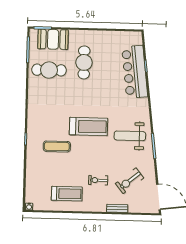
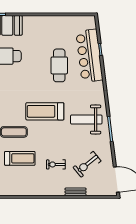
cafe table: (84, 62) -> (59, 65), moved
treadmill: (89, 127) -> (45, 111), turned 180
treadmill: (67, 194) -> (20, 158), moved

